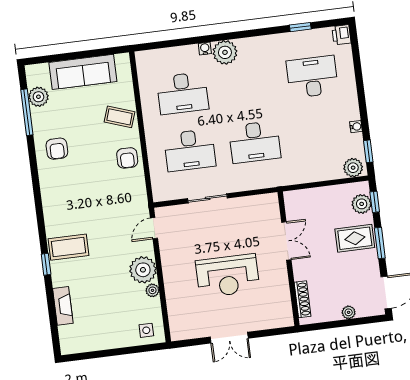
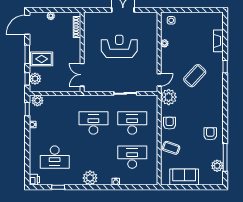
plant: (225, 52) -> (90, 178), moved
sofa: (83, 72) -> (184, 177), width x0.73
double door: (286, 241) -> (82, 75), moved
coffee table: (68, 247) -> (195, 76), moved, turned -47
plant: (143, 270) -> (169, 97), moved

